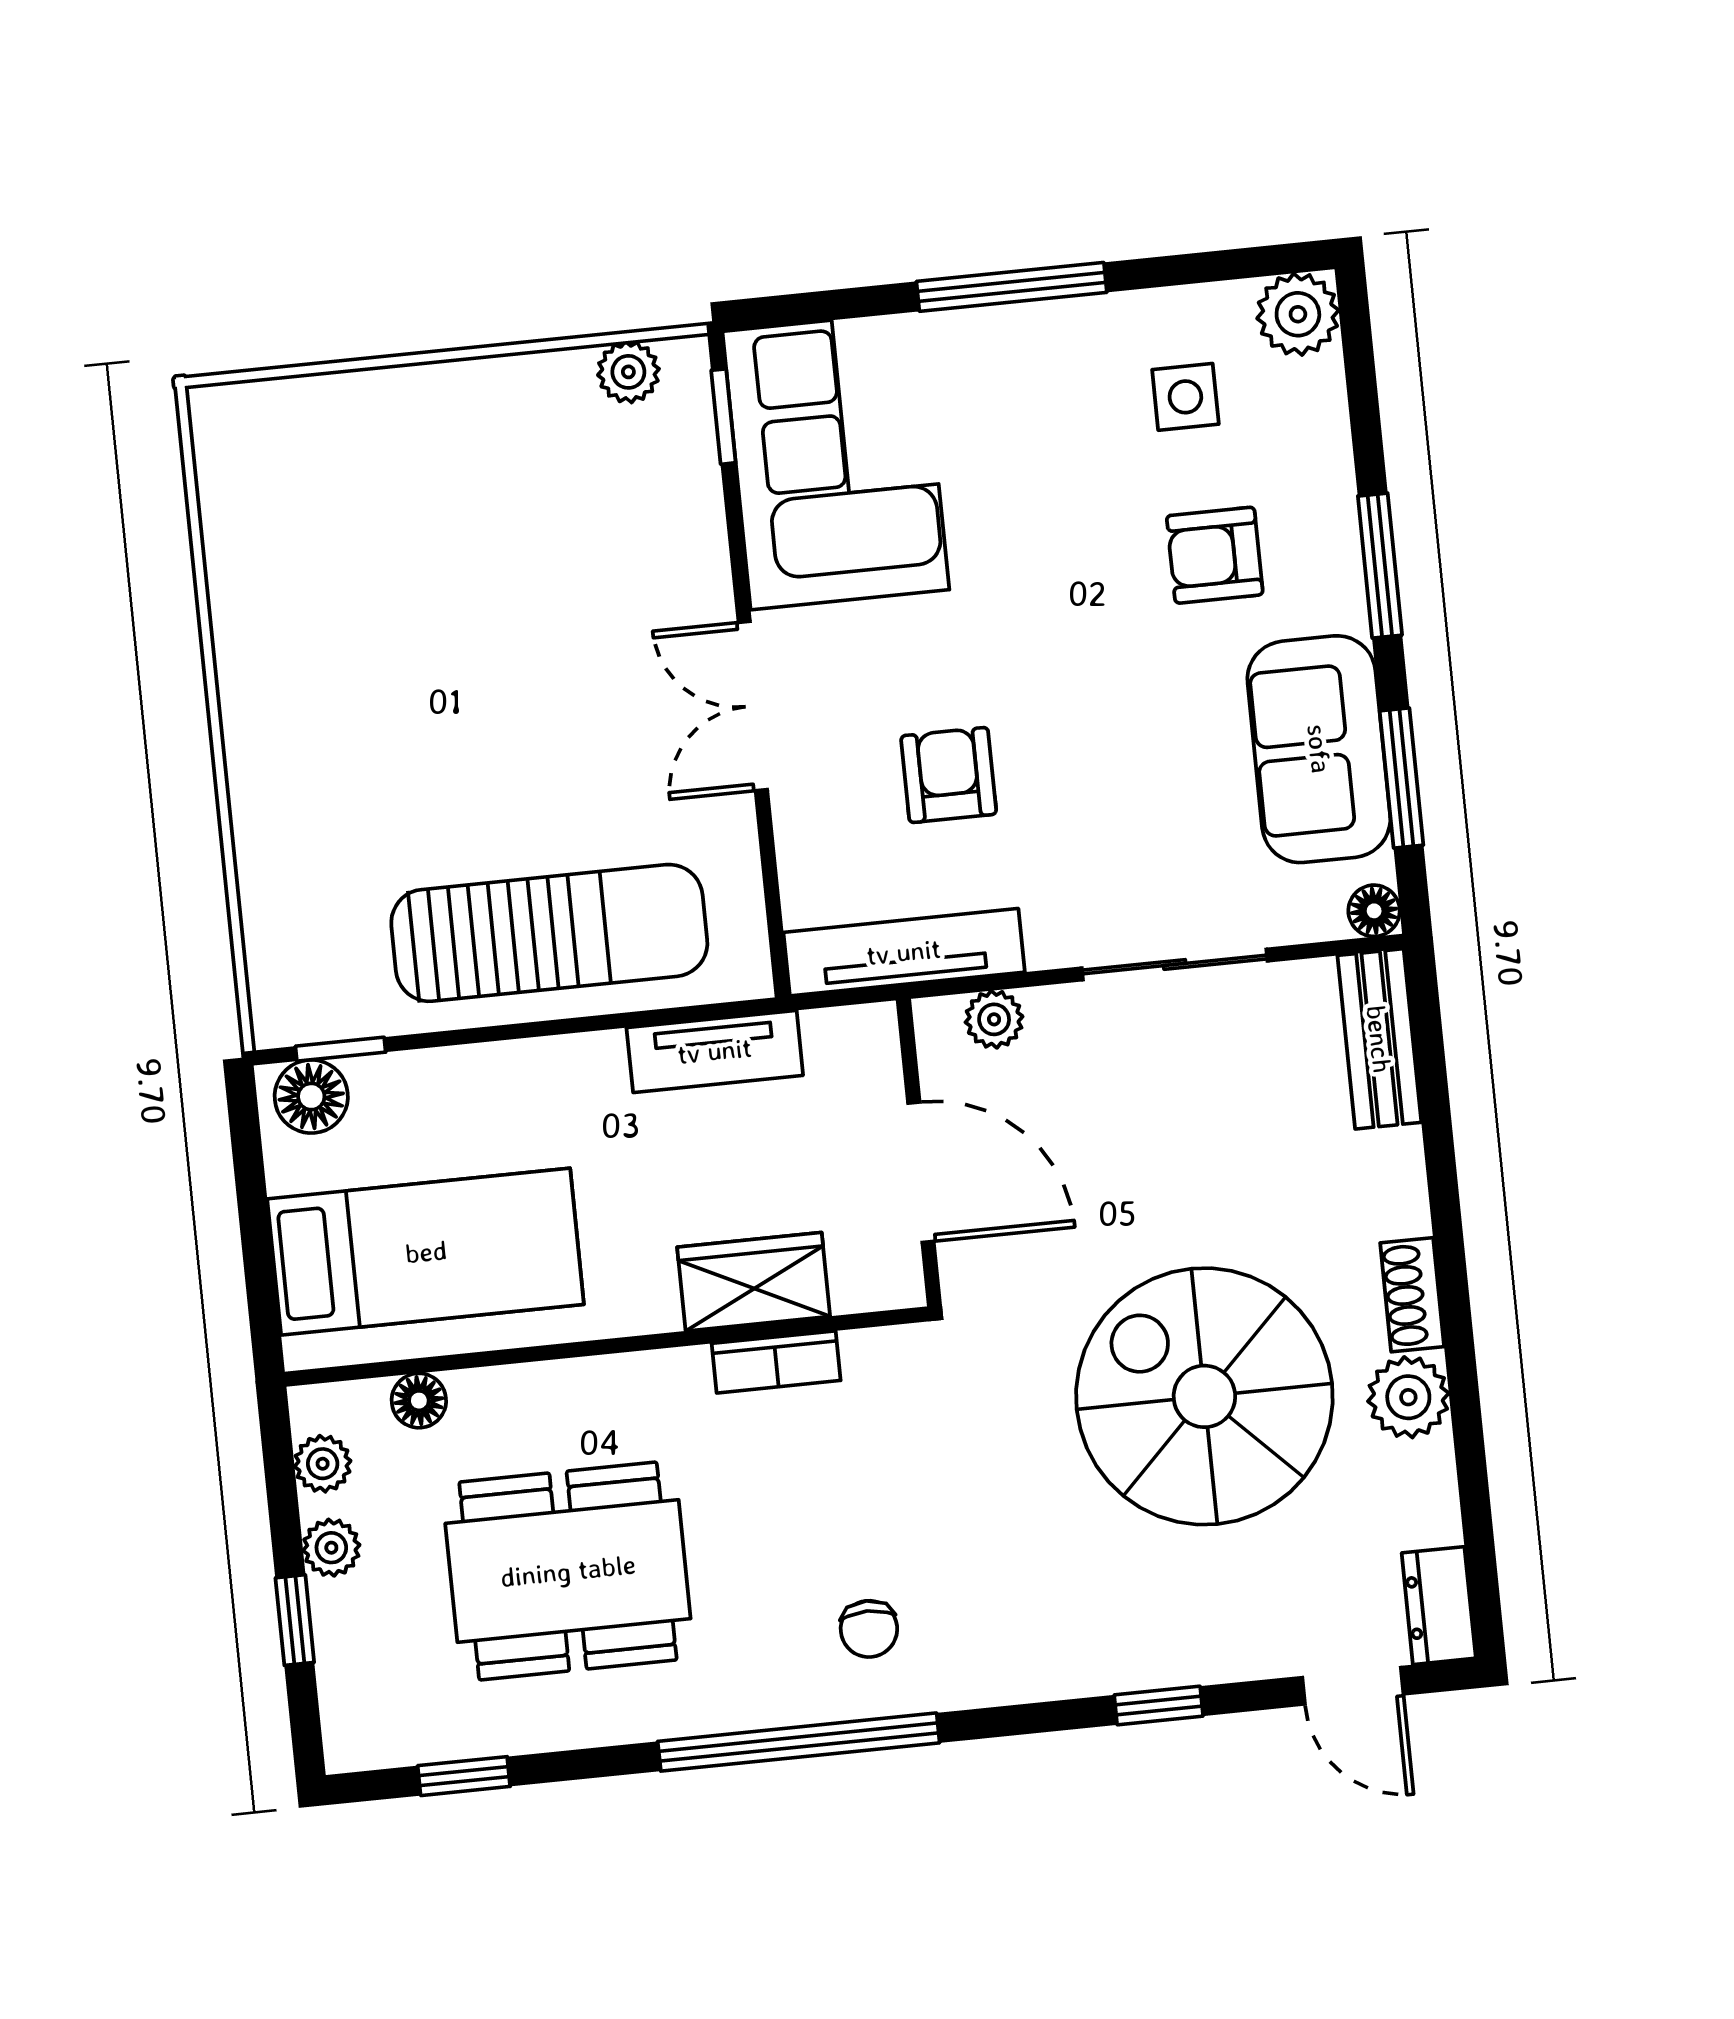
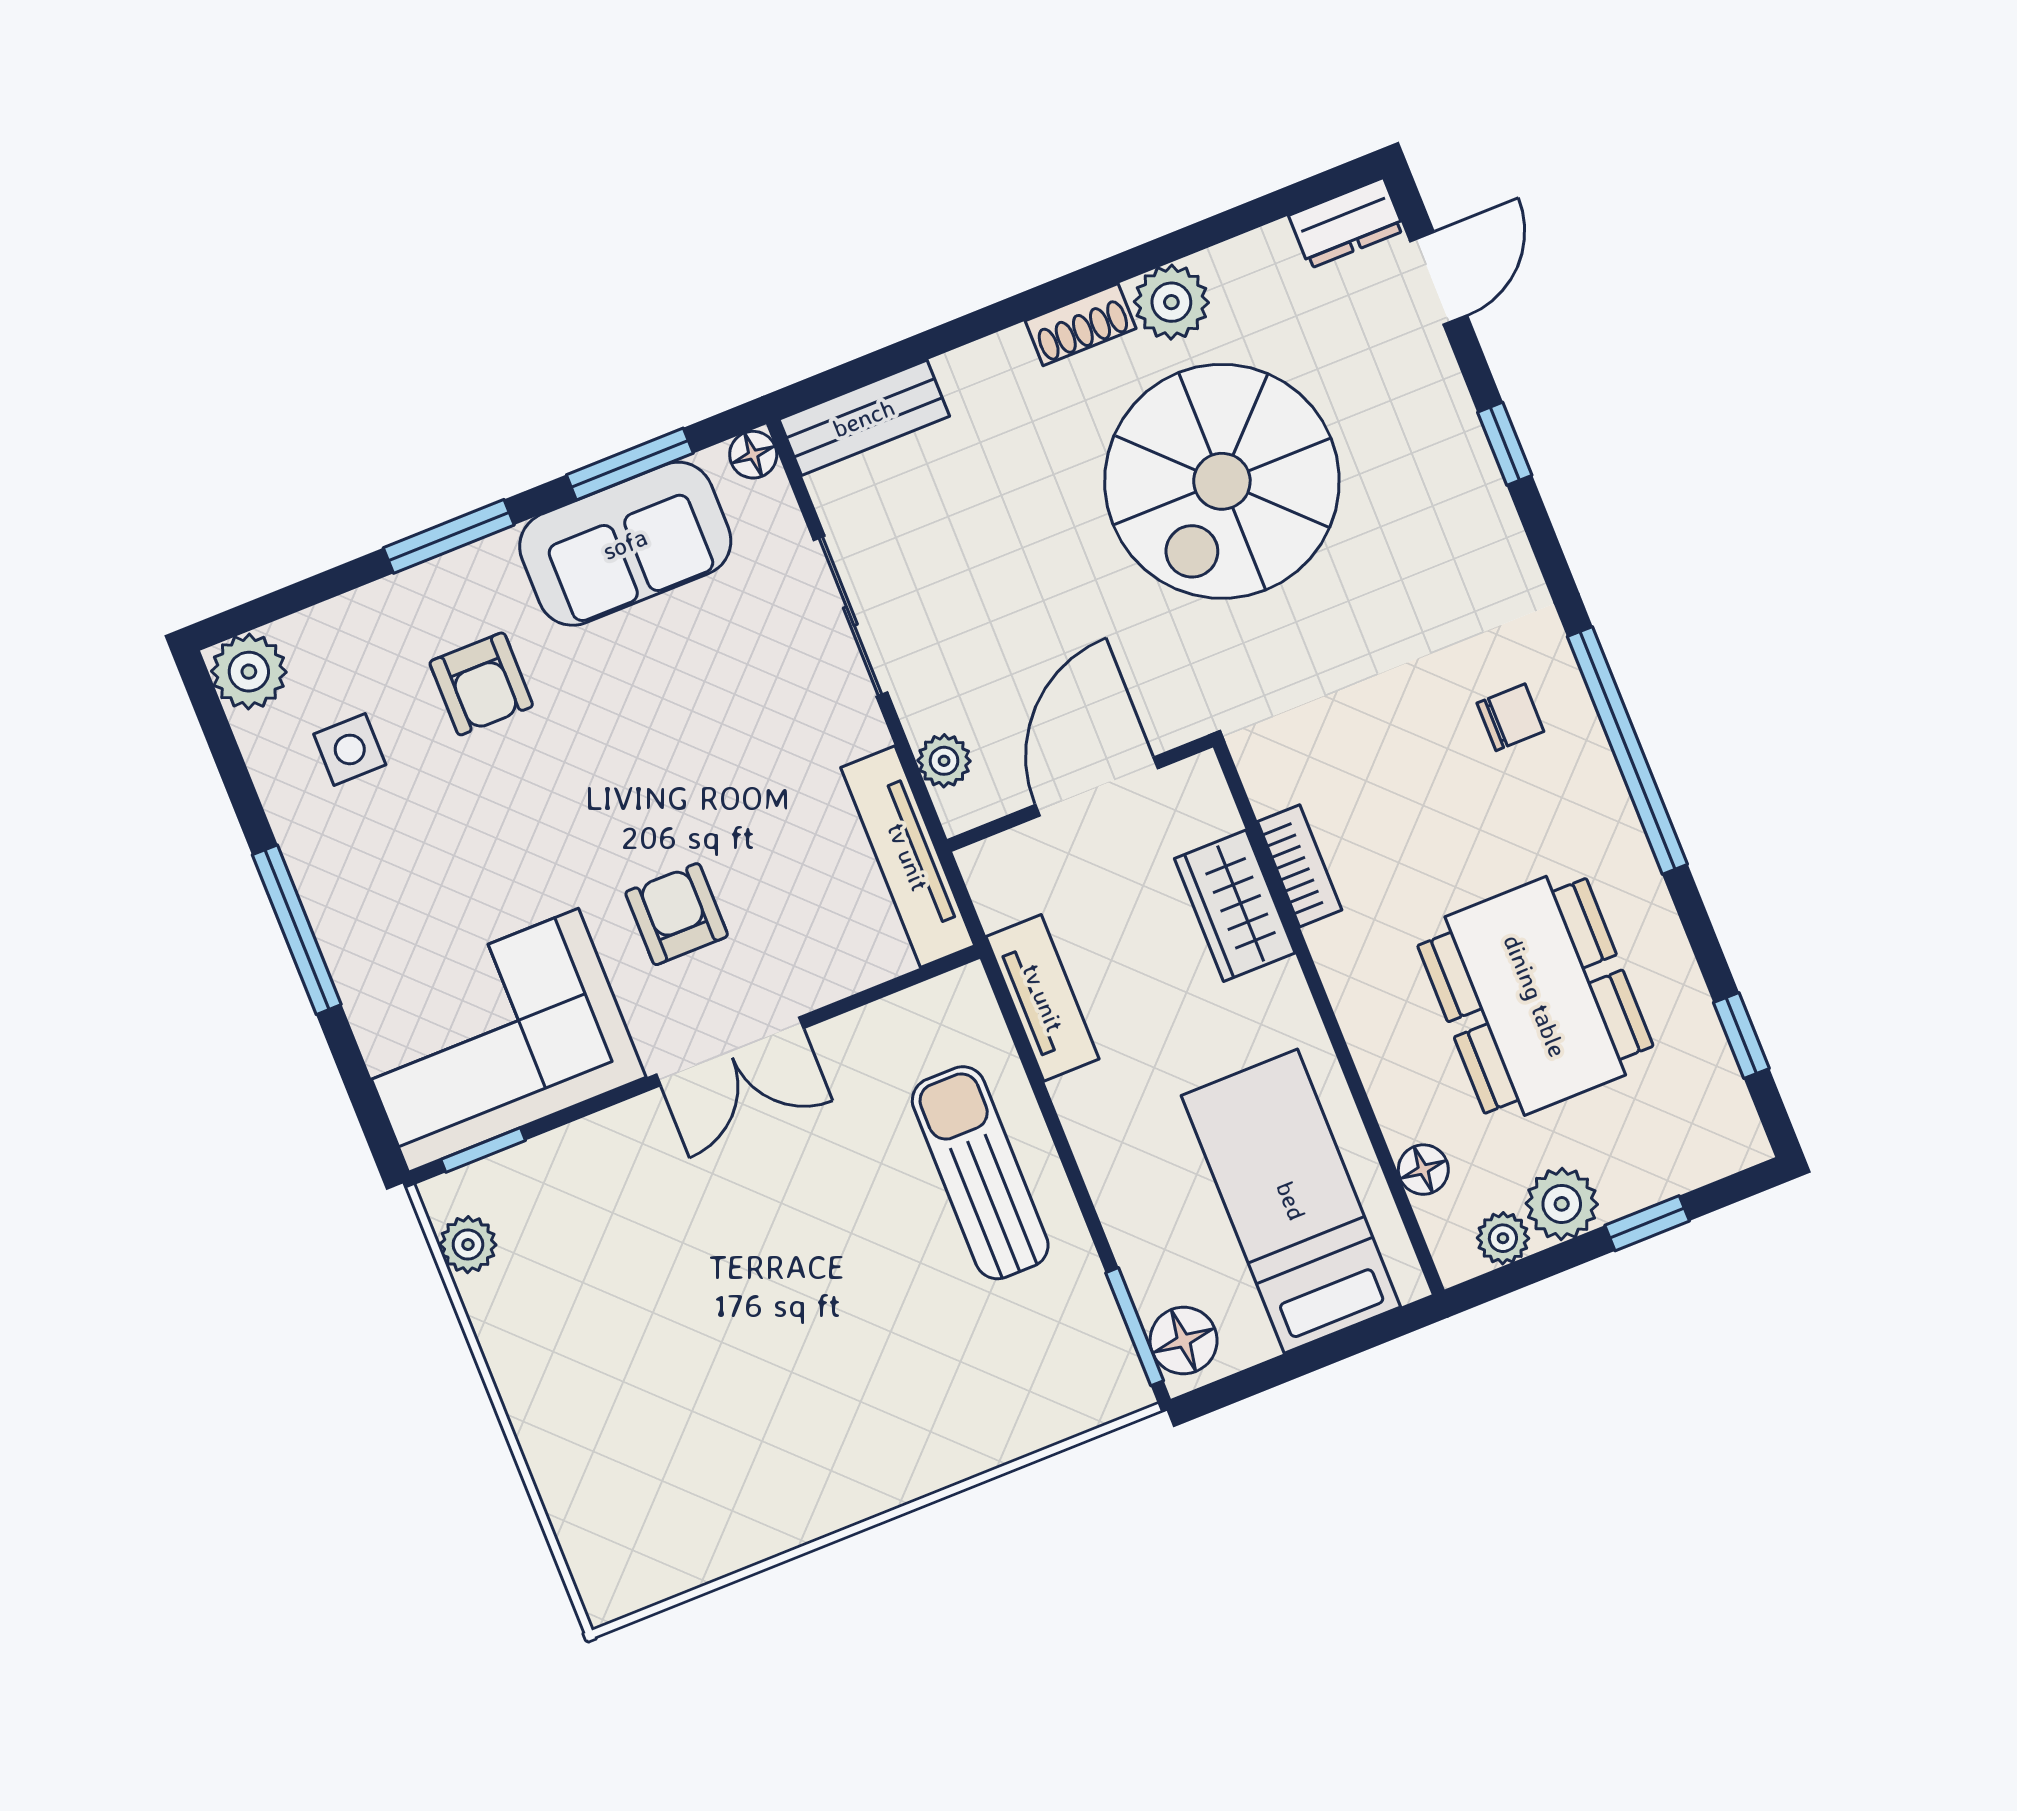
armchair: (949, 775) -> (677, 914), moved, turned 90
sun lounger: (549, 933) -> (980, 1173), width x0.73, depth x0.75
window: (341, 1049) -> (1135, 1327), width x1.50
plant: (331, 1548) -> (1562, 1204), width x1.38, depth x1.38

